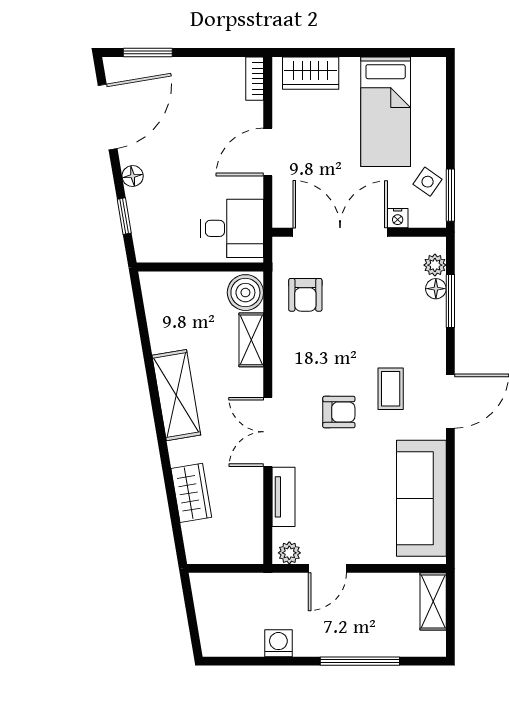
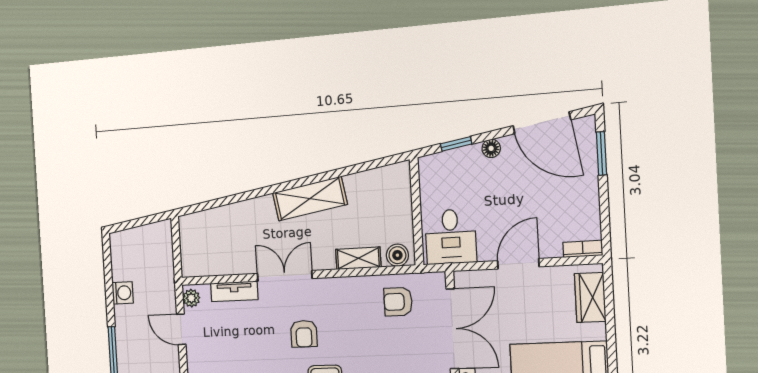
door: (268, 152) -> (518, 264), hinge flipped
boiler: (245, 293) -> (397, 255), width x0.73, depth x0.73
wardrobe: (191, 493) -> (233, 216), removed

